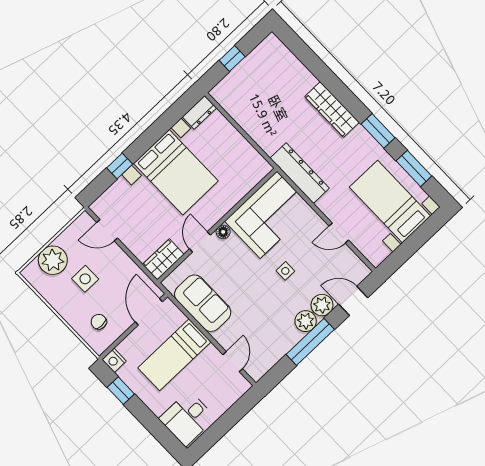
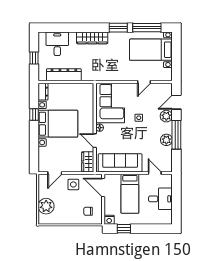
desk: (280, 71) -> (57, 44), added
window: (120, 166) -> (34, 114), moved
window: (414, 168) -> (147, 28), width x1.44
dresser: (300, 173) -> (64, 75), moved
side table: (85, 279) -> (73, 184), moved
sofa: (203, 303) -> (120, 163), width x1.36
plant: (306, 321) -> (166, 140), moved
desk: (187, 418) -> (160, 199), moved, turned -90

